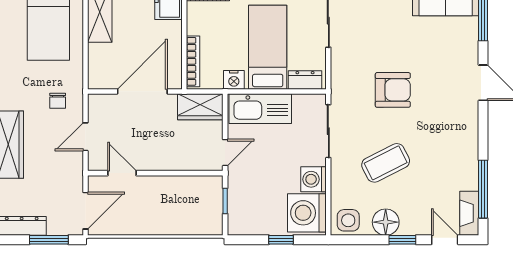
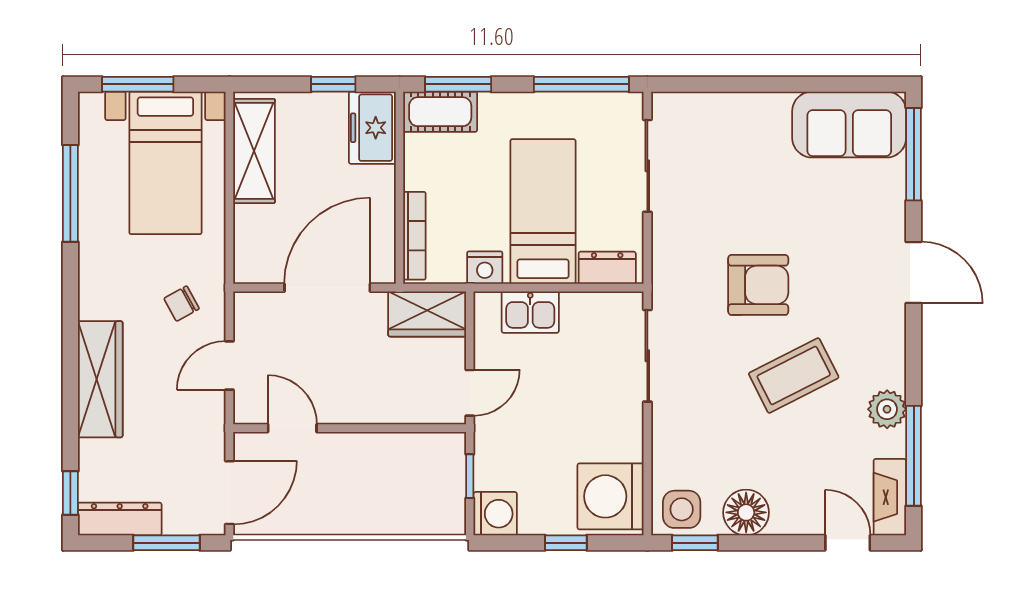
chair: (58, 101) -> (182, 304), turned 61
kitchen sink: (260, 109) -> (530, 312), width x0.53, depth x0.81
plant: (468, 162) -> (887, 409), added
coffee table: (386, 163) -> (794, 376), moved
washing machine: (314, 179) -> (495, 514), moved, turned 180
window: (402, 240) -> (695, 543), moved

